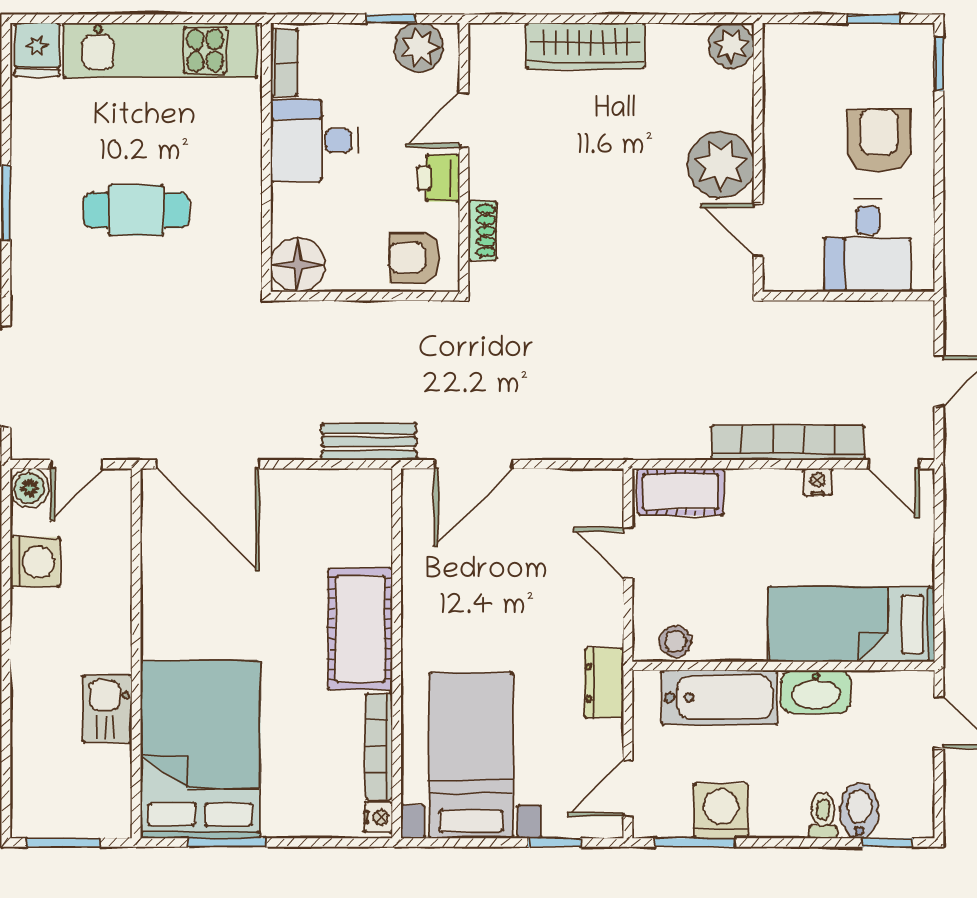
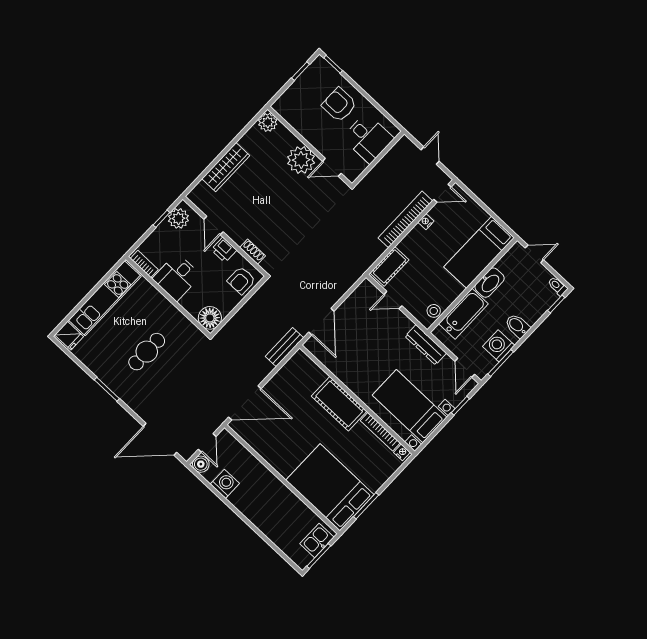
dresser: (604, 683) -> (426, 345), width x1.44
kitchen sink: (107, 709) -> (317, 540), moved, turned 90
bidet: (859, 811) -> (517, 326), moved
toilet: (823, 816) -> (557, 286), moved

